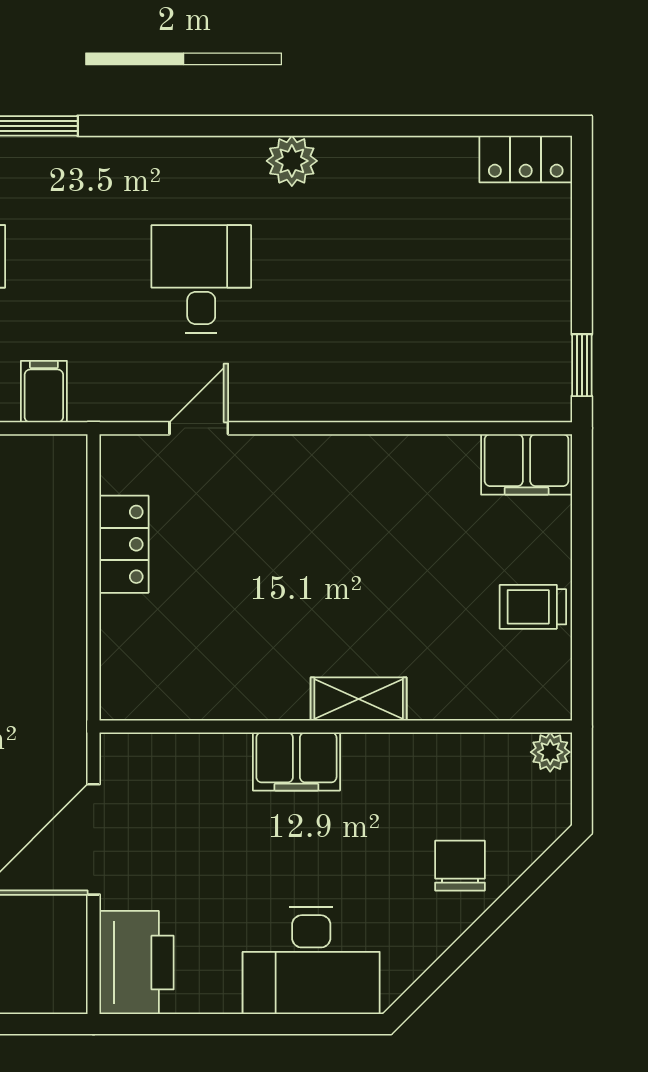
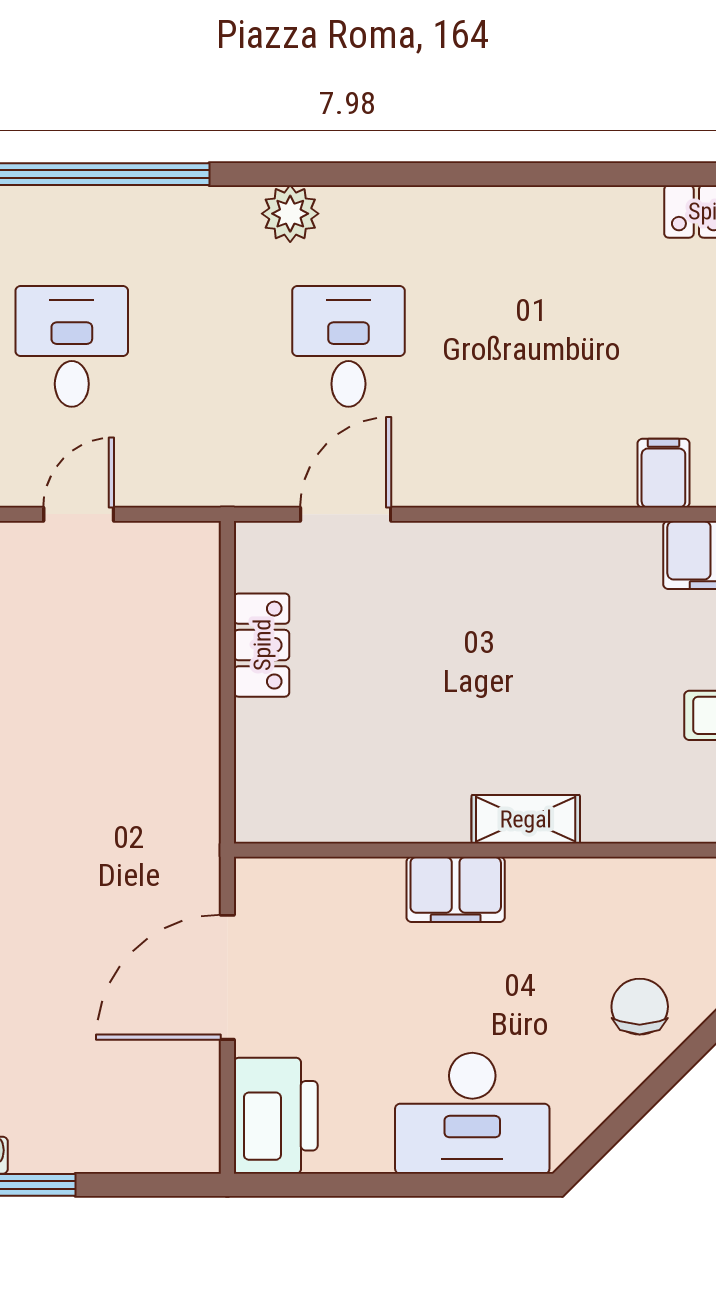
plant: (292, 161) -> (290, 214), moved
filing cabinet: (44, 392) -> (663, 473), moved
door: (199, 428) -> (346, 514), width x1.38

